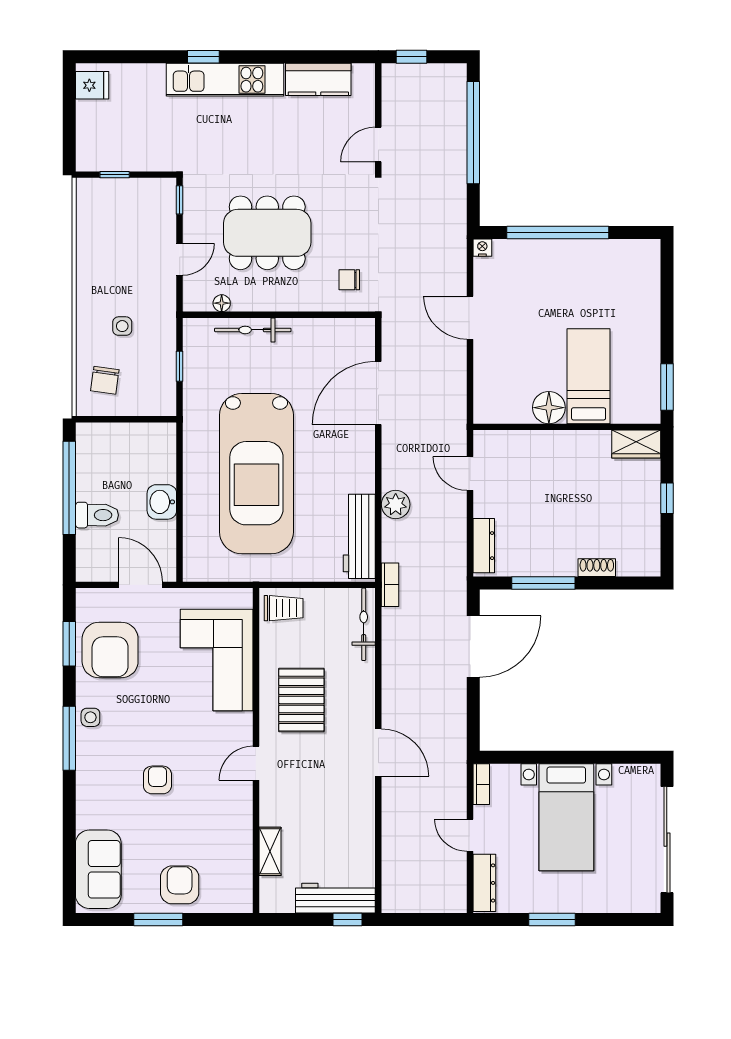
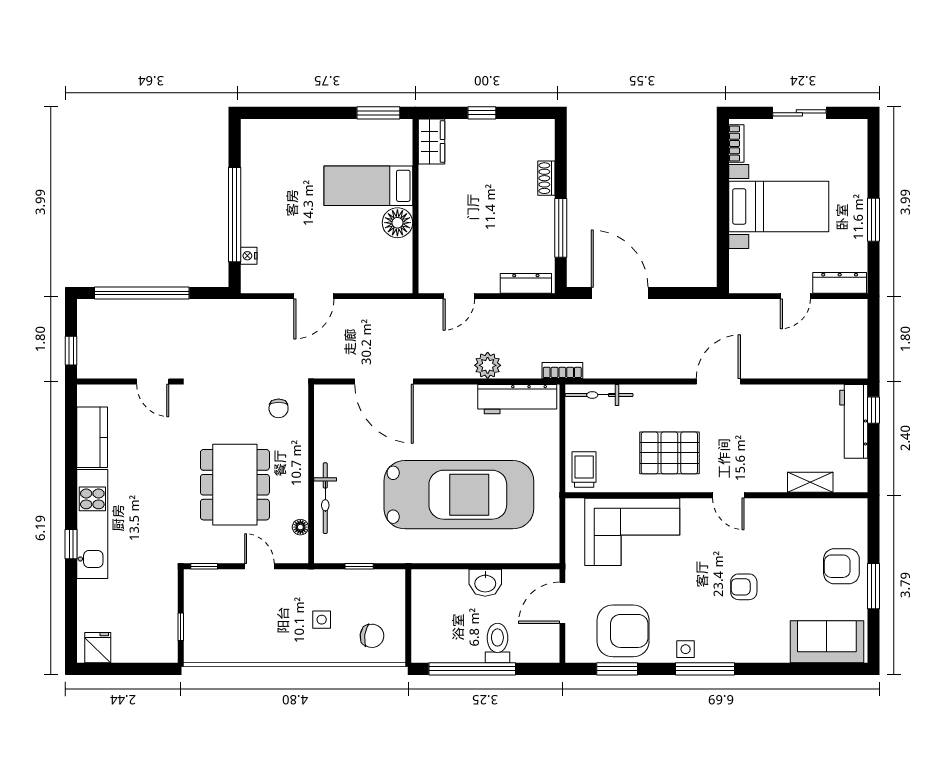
nightstand: (482, 248) -> (249, 256), moved
bookcase: (481, 784) -> (736, 143), moved, turned 90
sliding door: (667, 840) -> (799, 113), width x0.54

